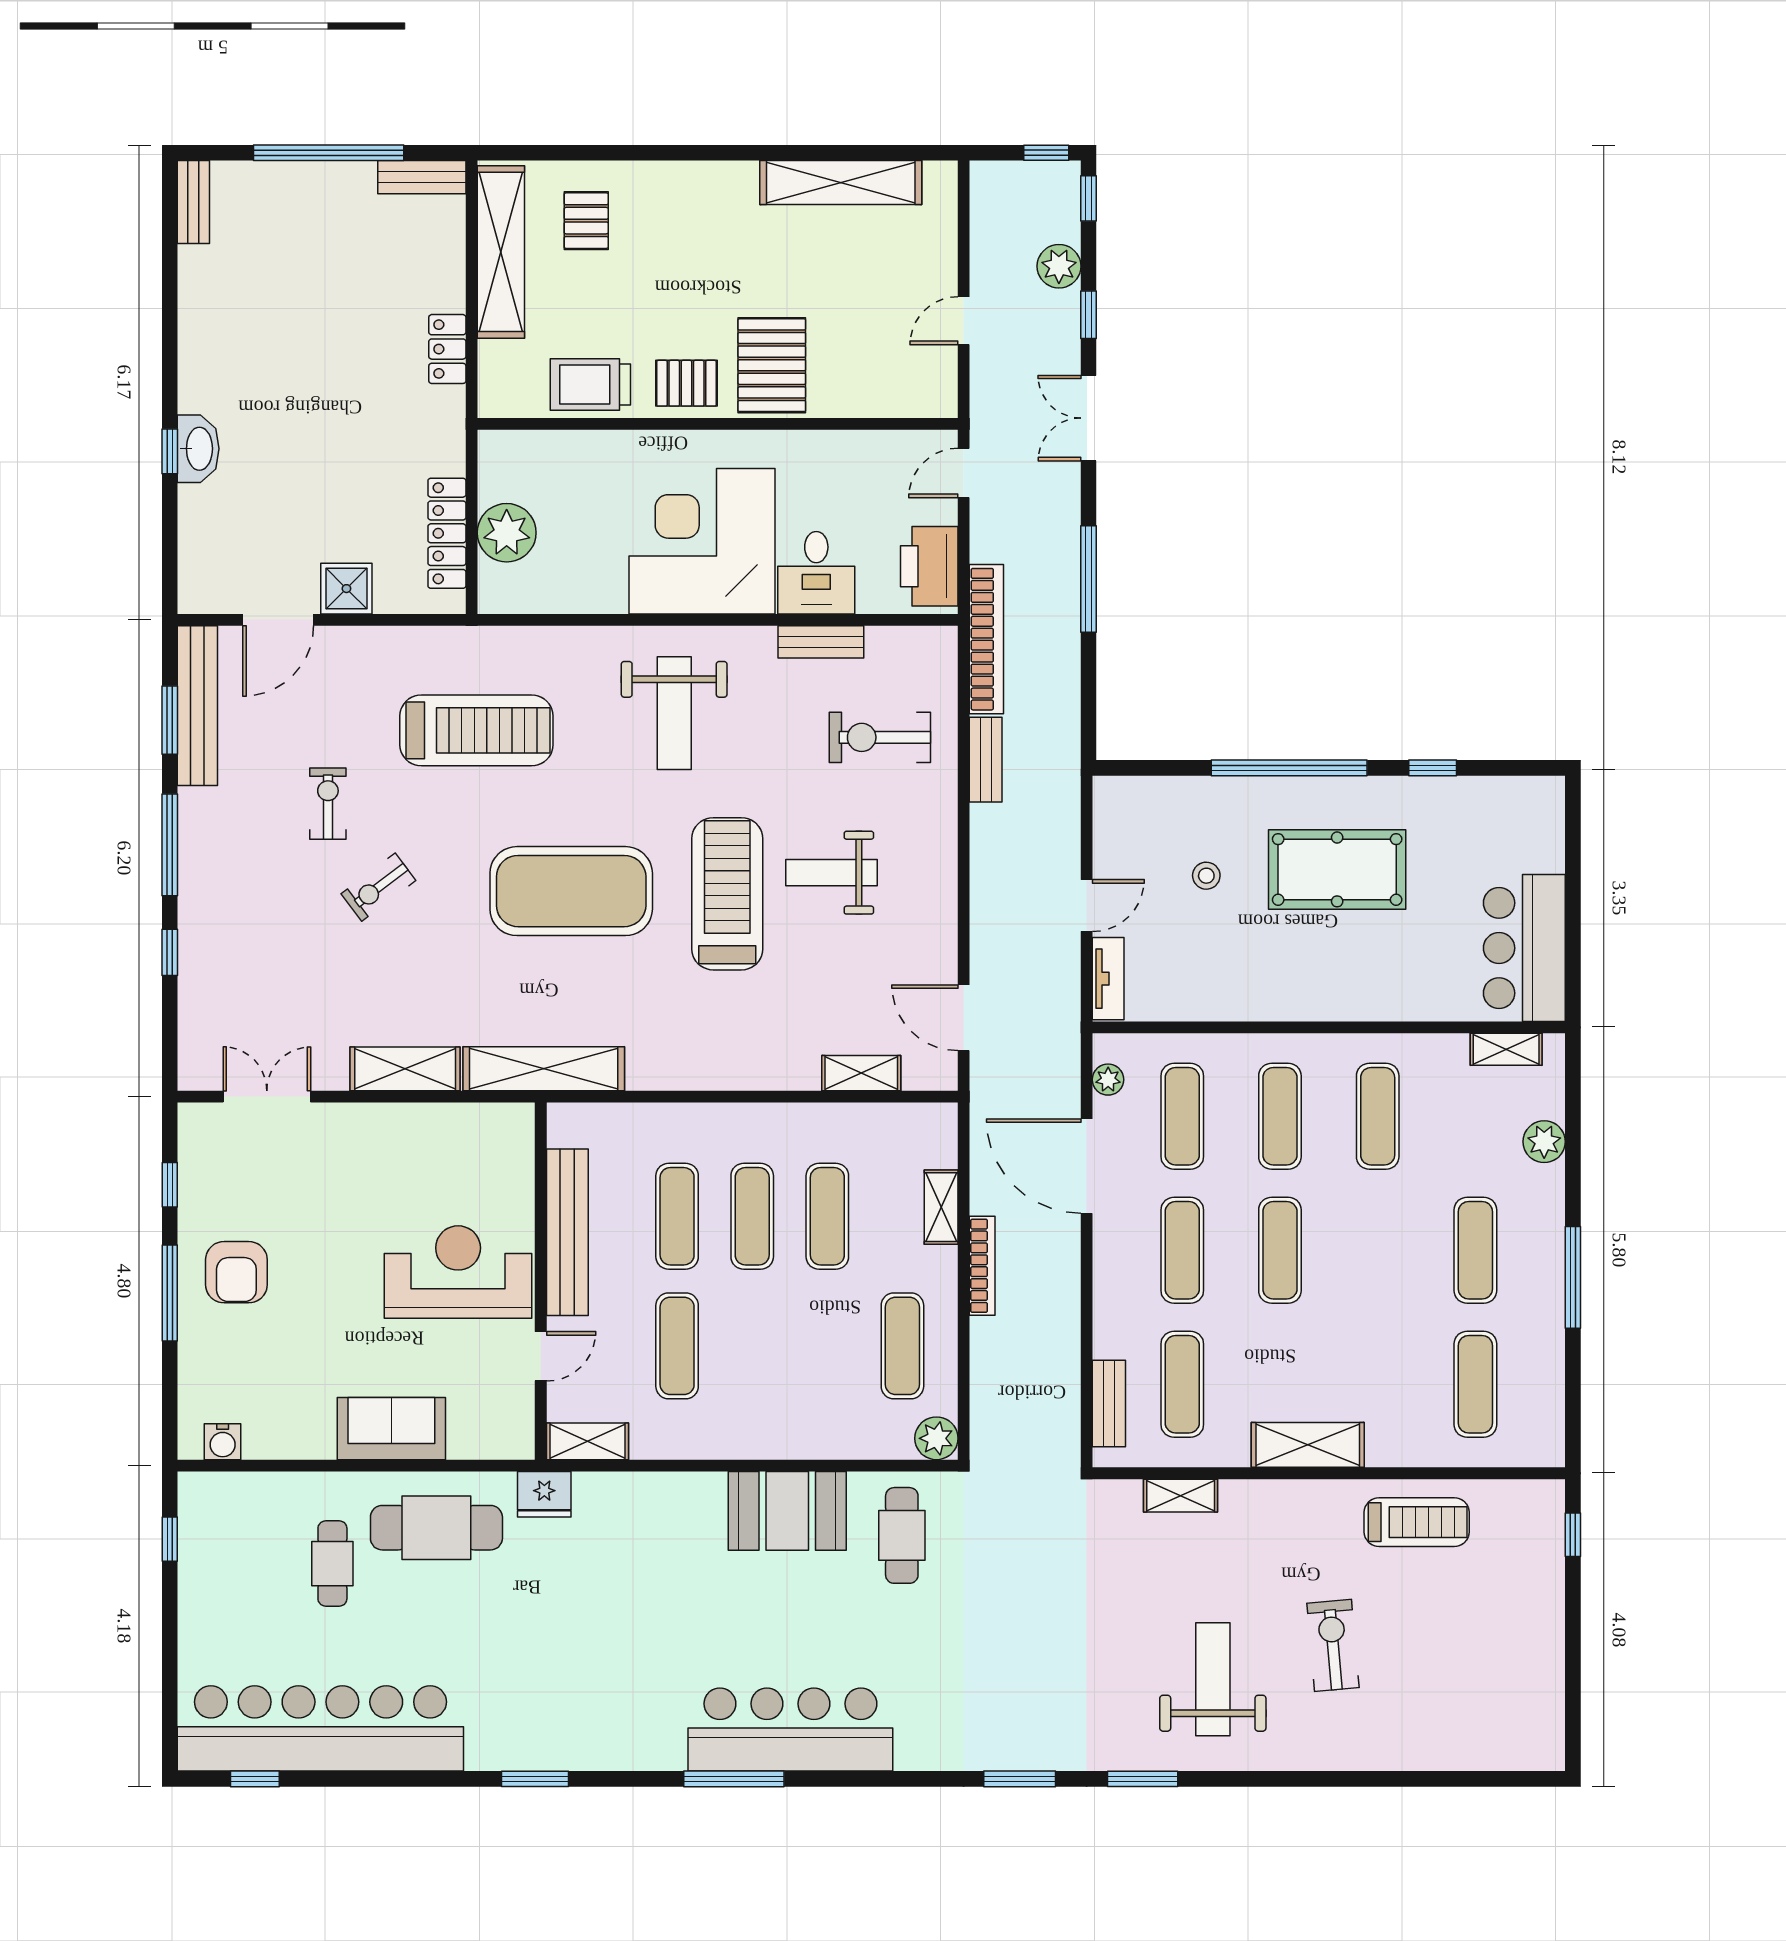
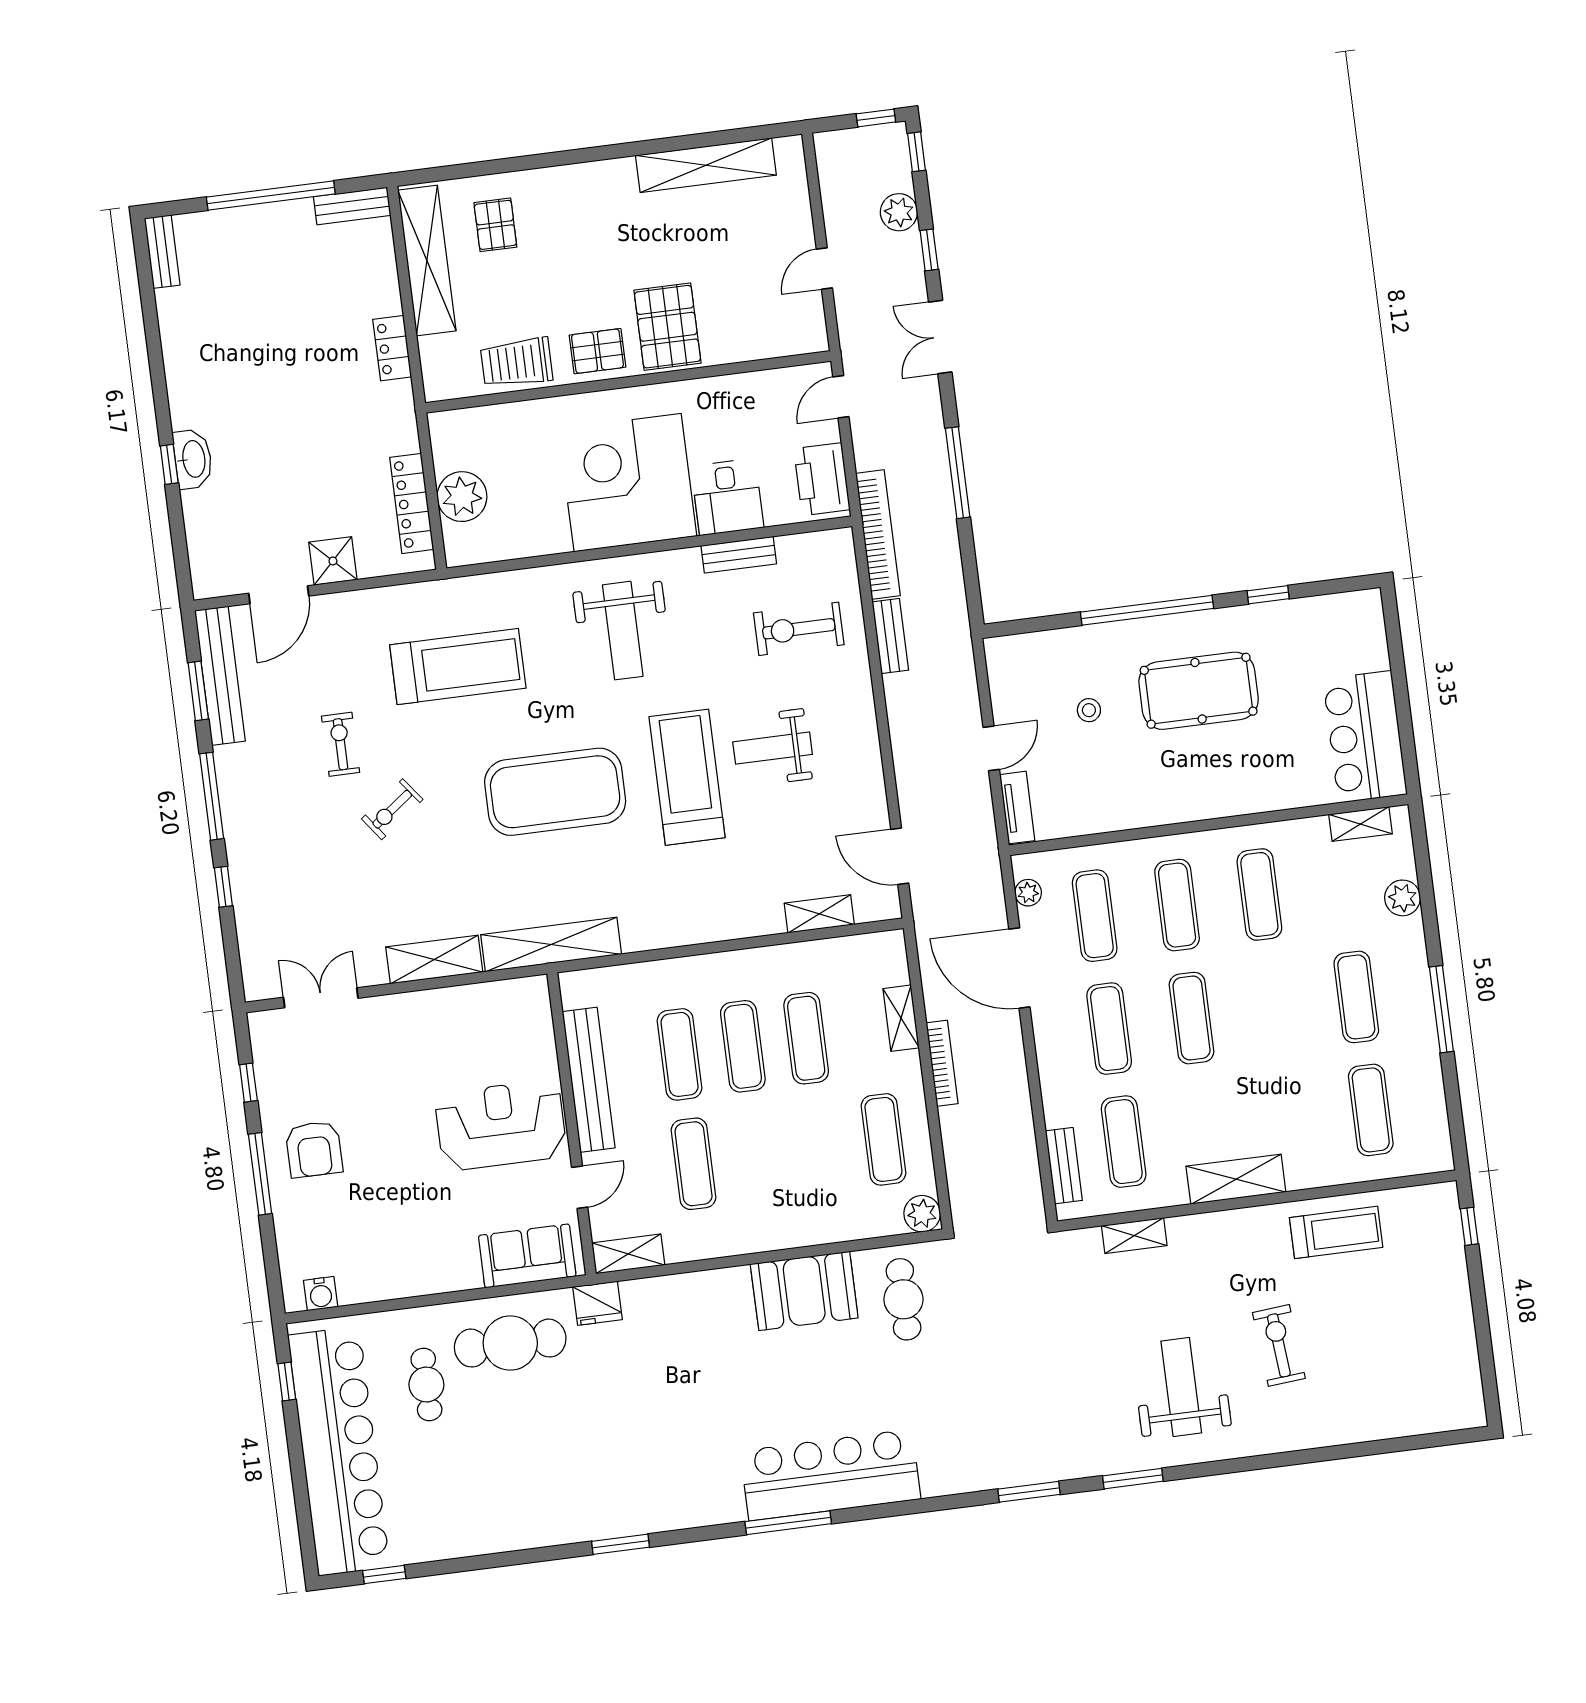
sofa: (391, 1429) -> (527, 1256), moved
bar counter: (320, 1728) -> (339, 1451), moved, turned 90

